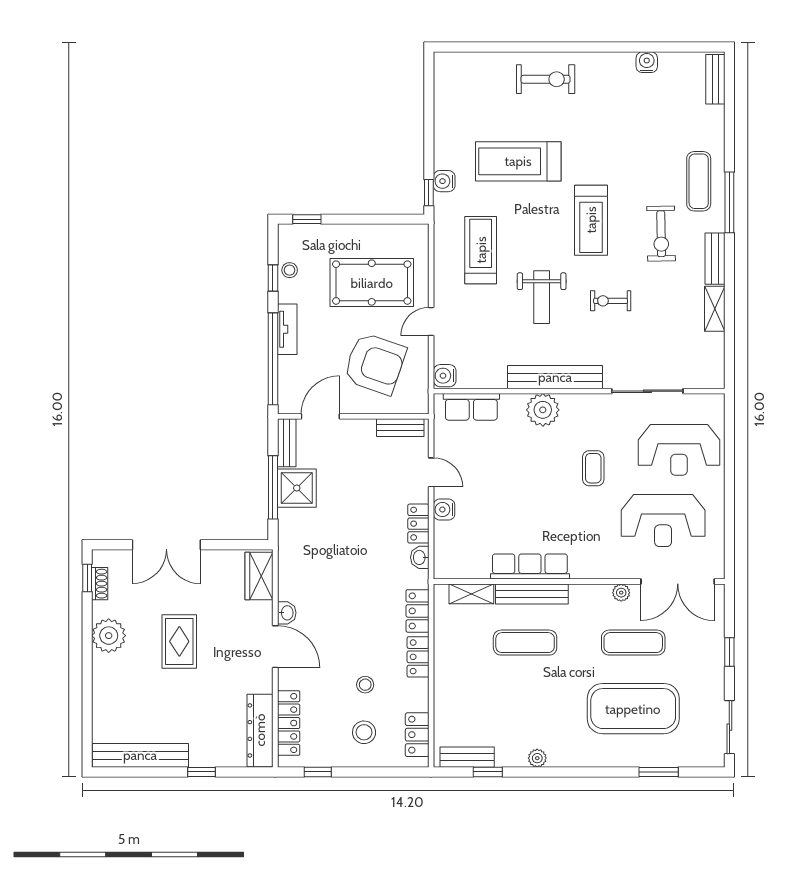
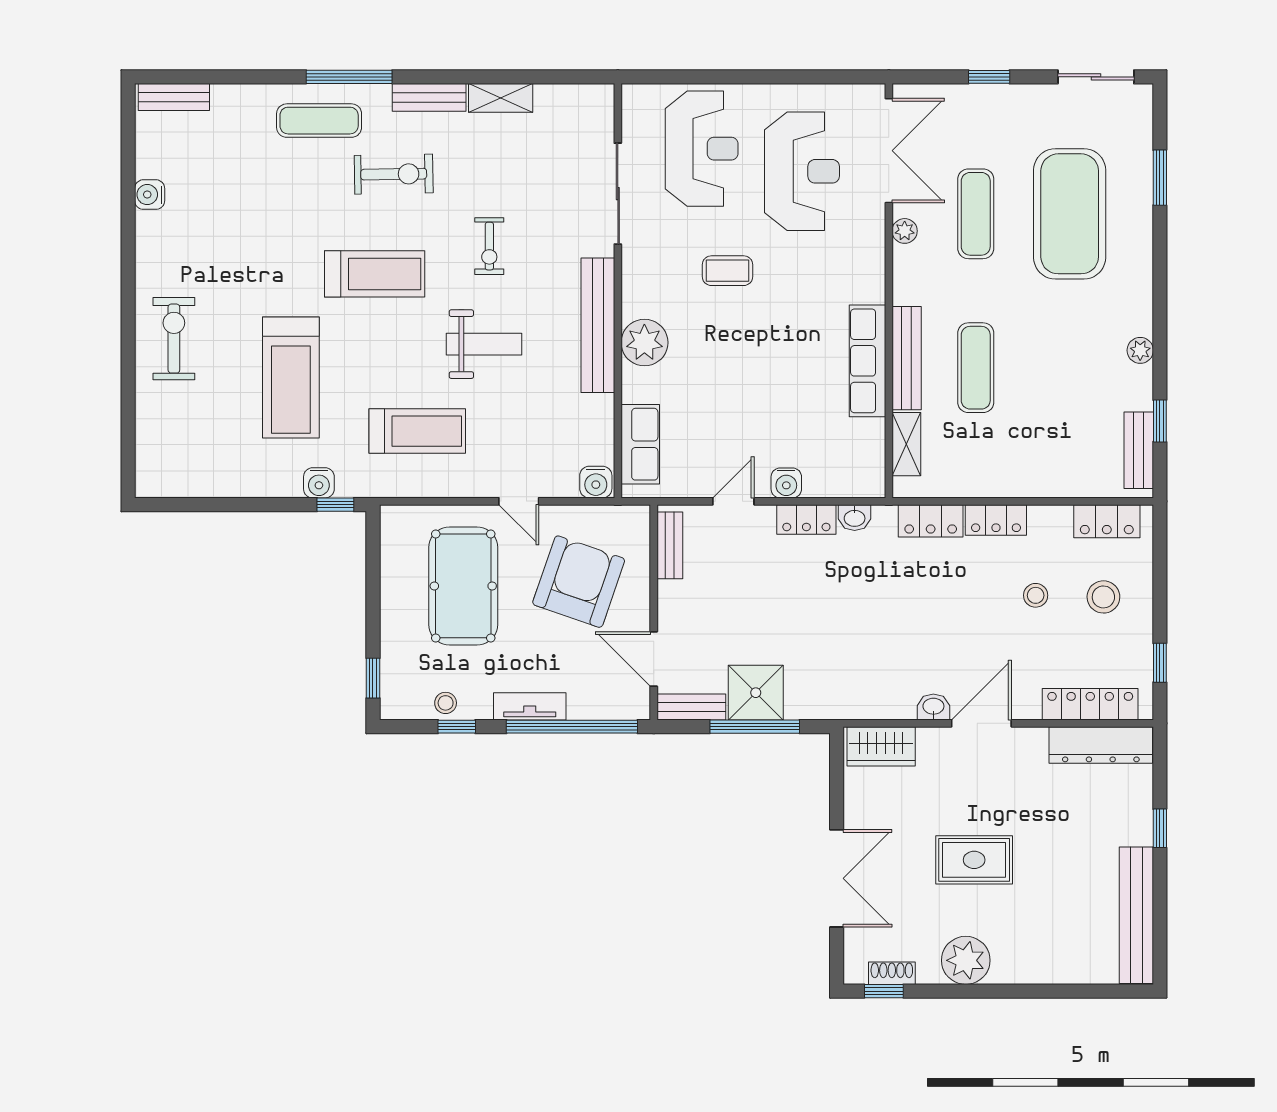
treadmill: (481, 250) -> (417, 431), turned 180

